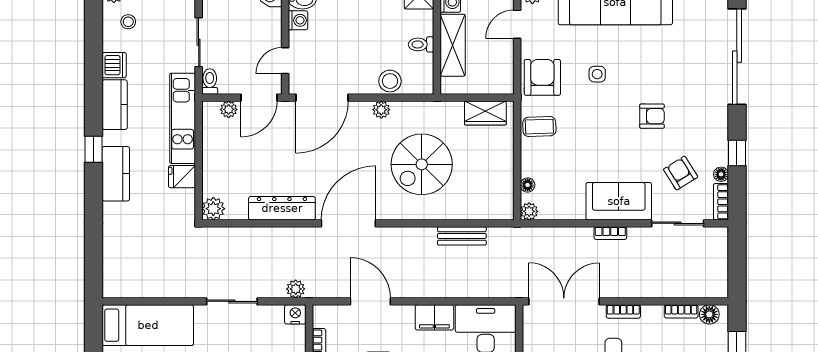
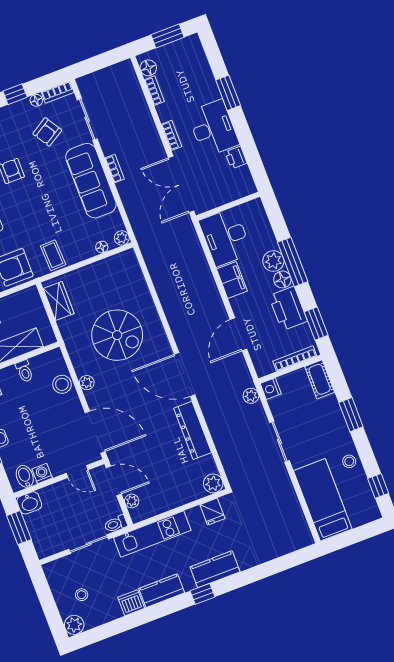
stool: (128, 22) -> (82, 595), moved
fridge: (182, 177) -> (212, 512), moved
sofa: (619, 201) -> (91, 181), width x1.36
bench: (462, 236) -> (161, 283), removed

